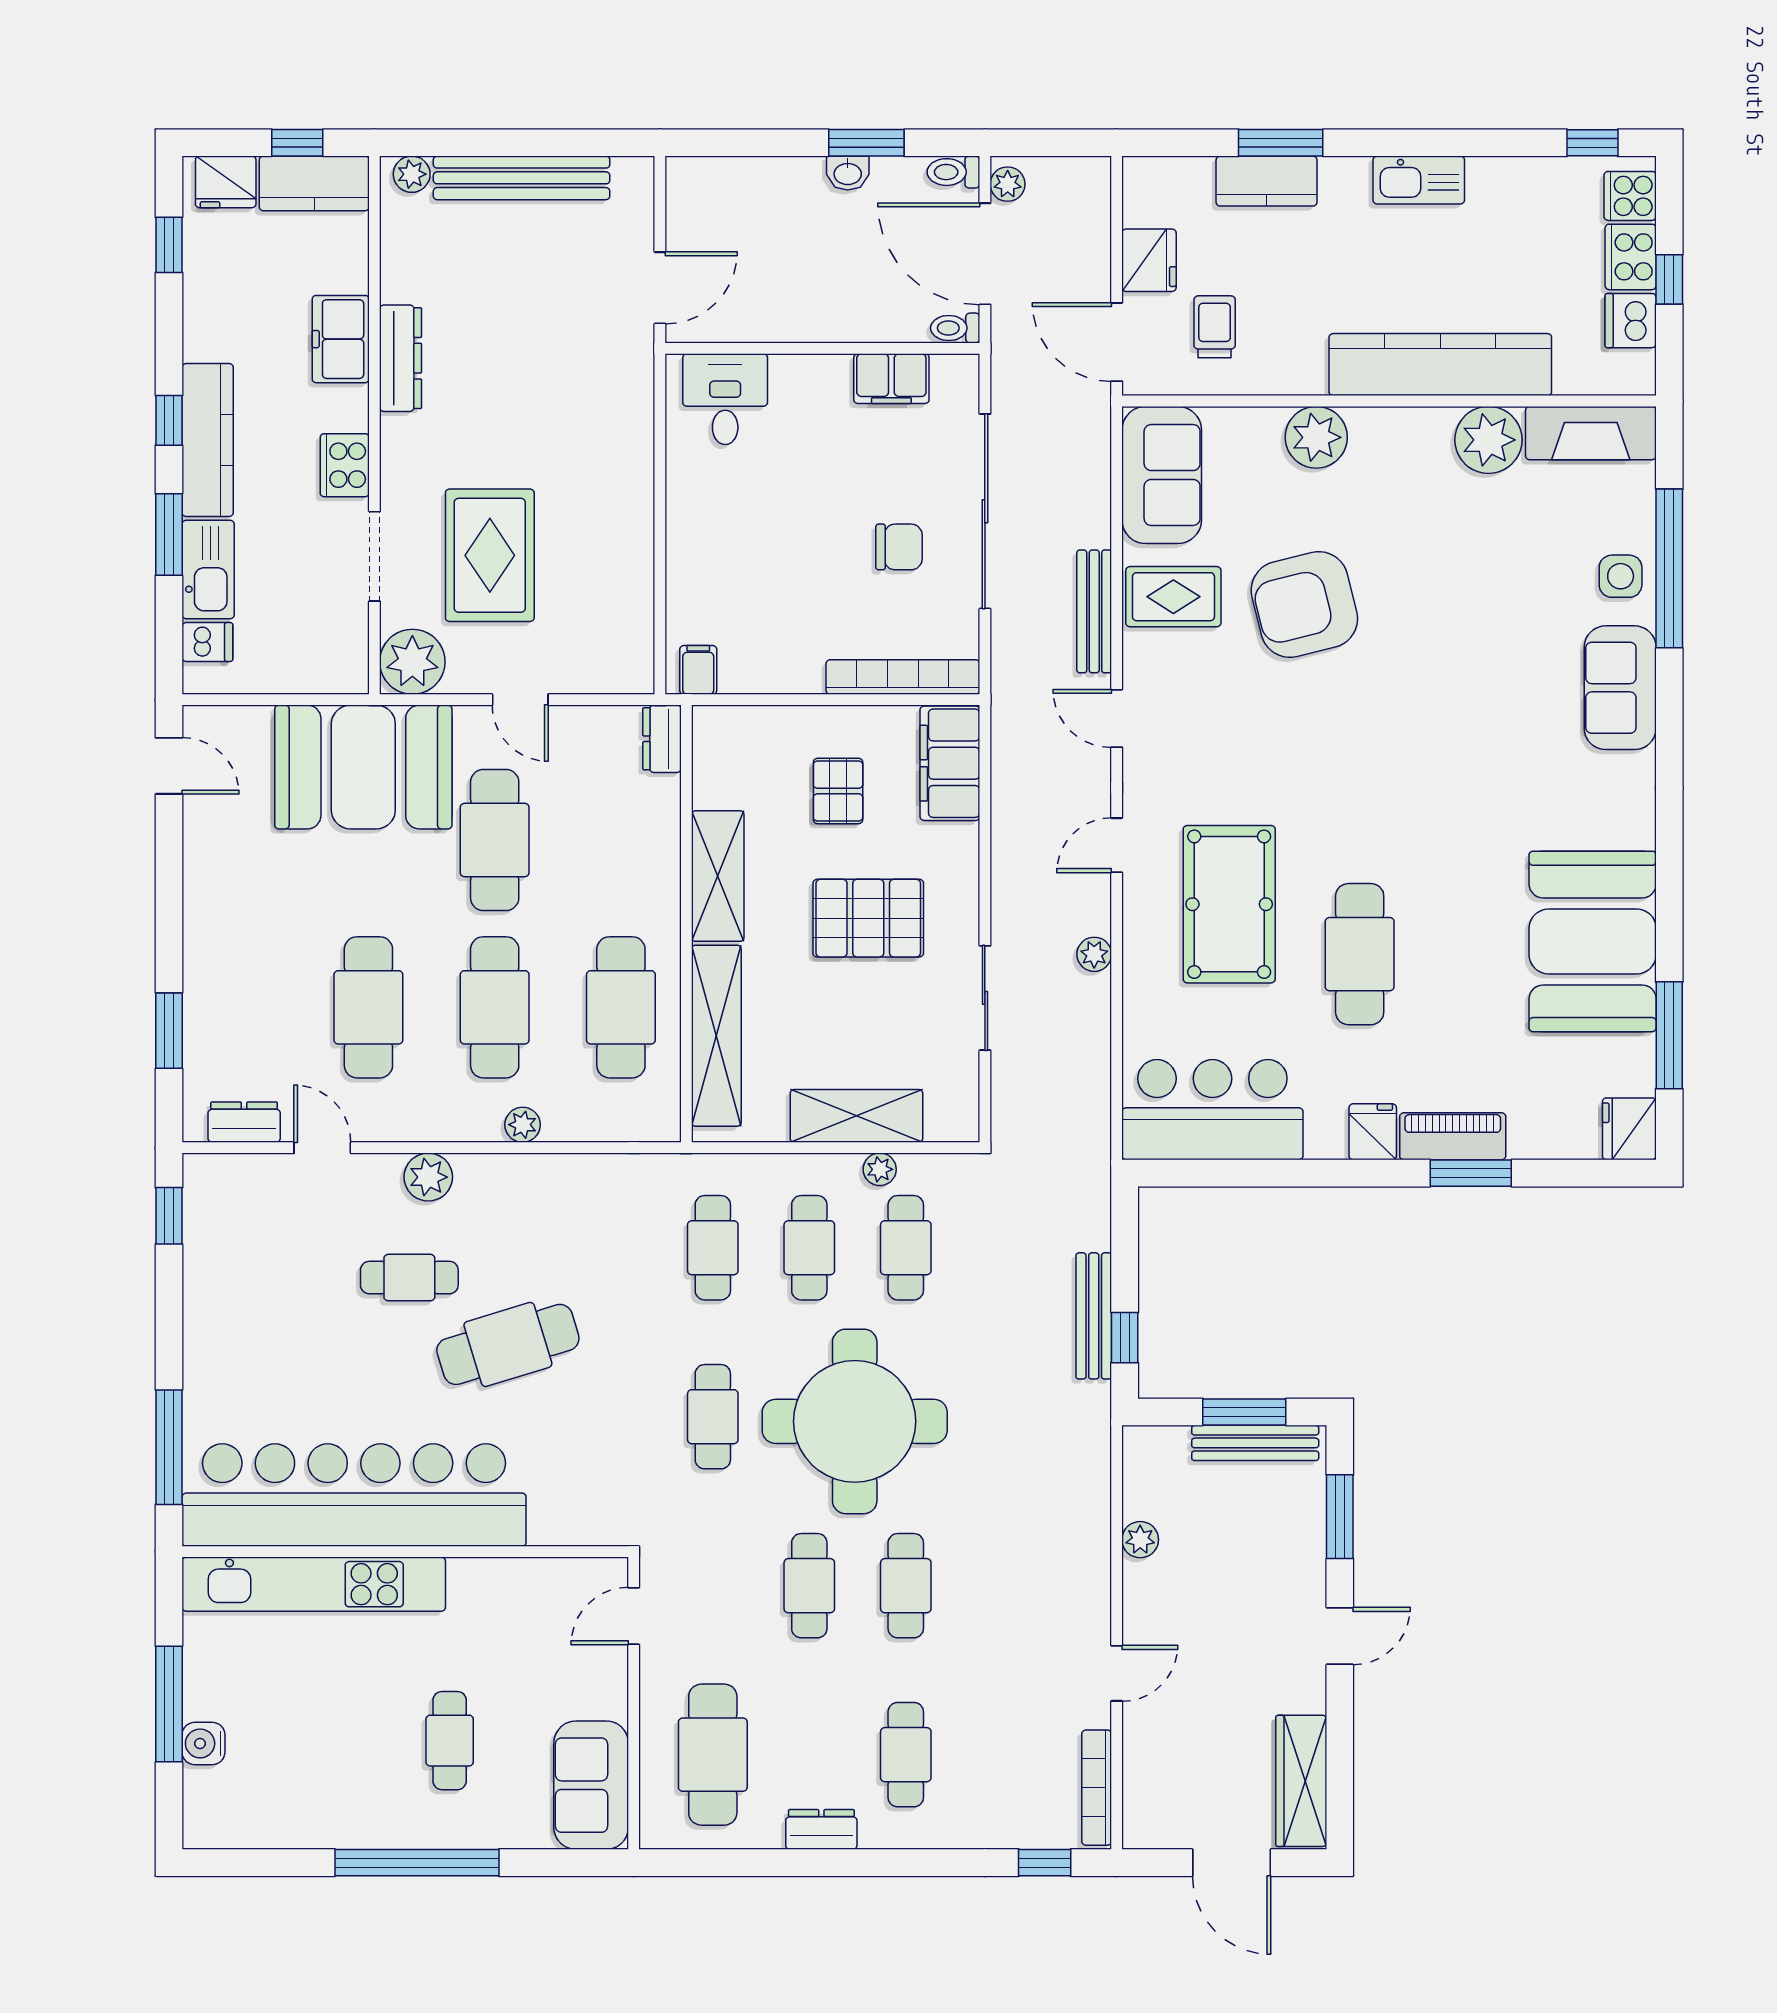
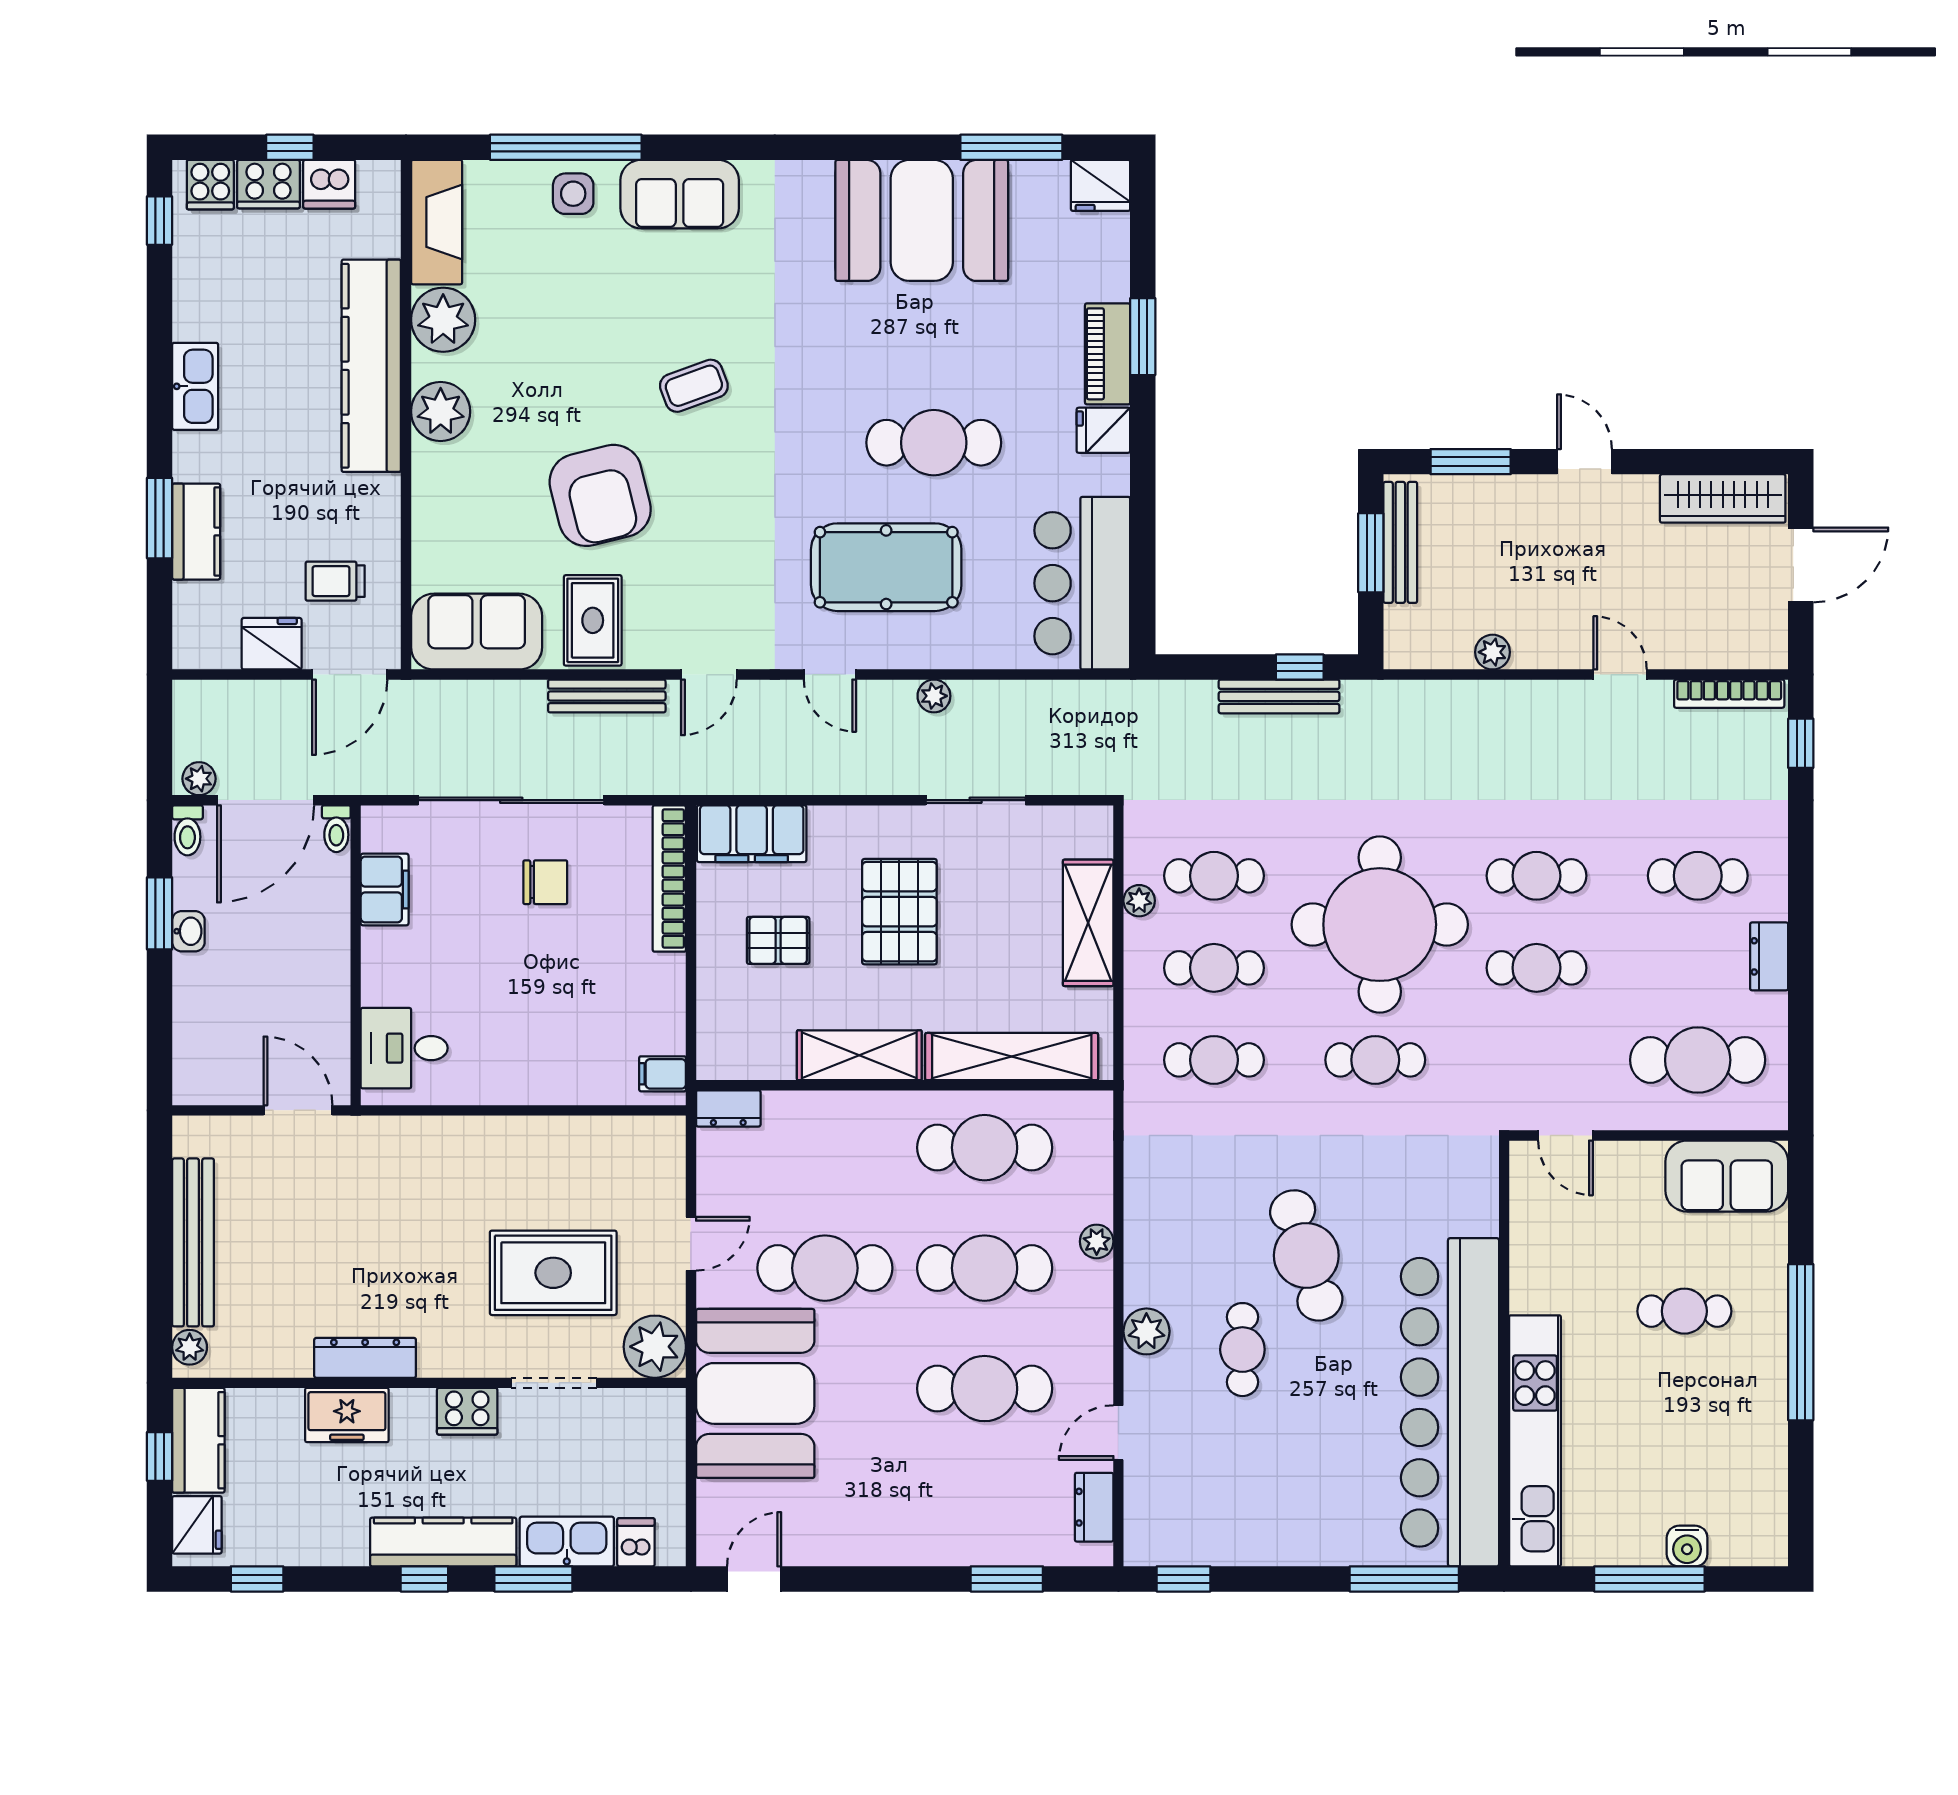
plant: (1316, 437) -> (441, 411), moved
chair: (899, 547) -> (545, 882), turned 90
coffee table: (1419, 703) -> (694, 386), added

